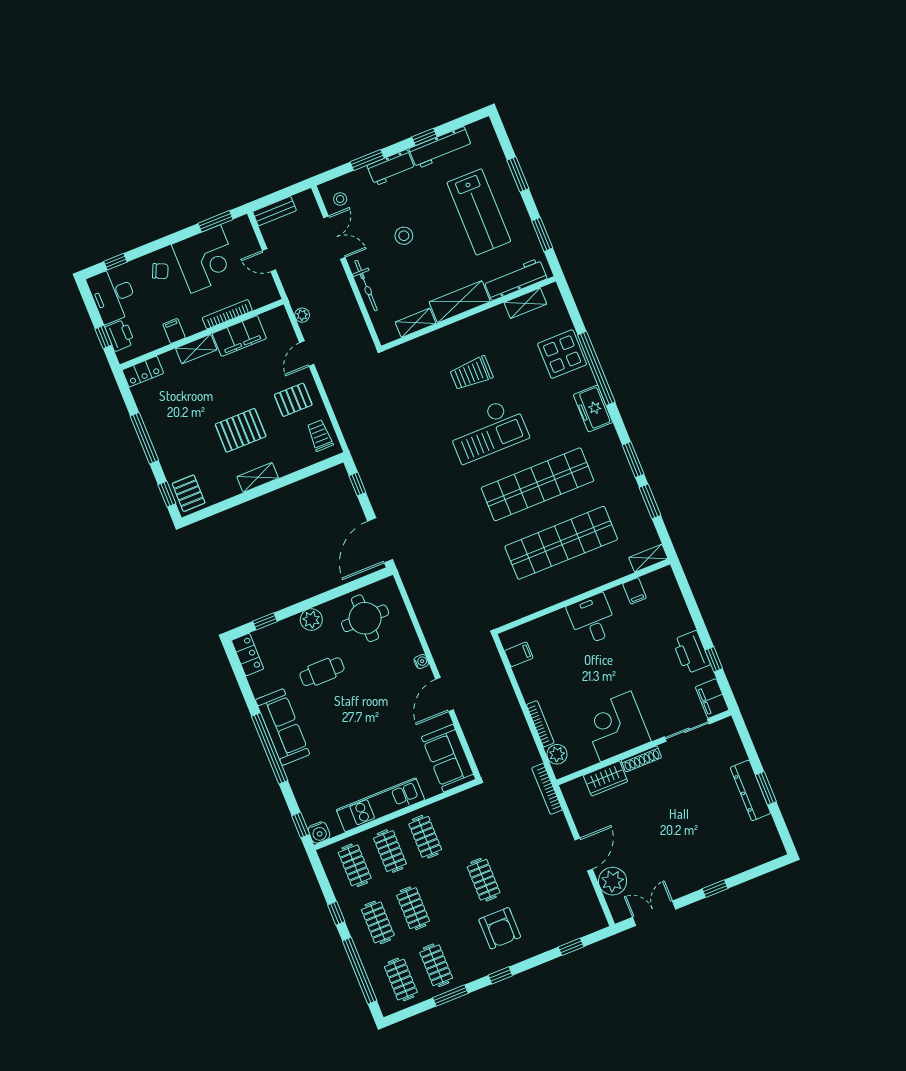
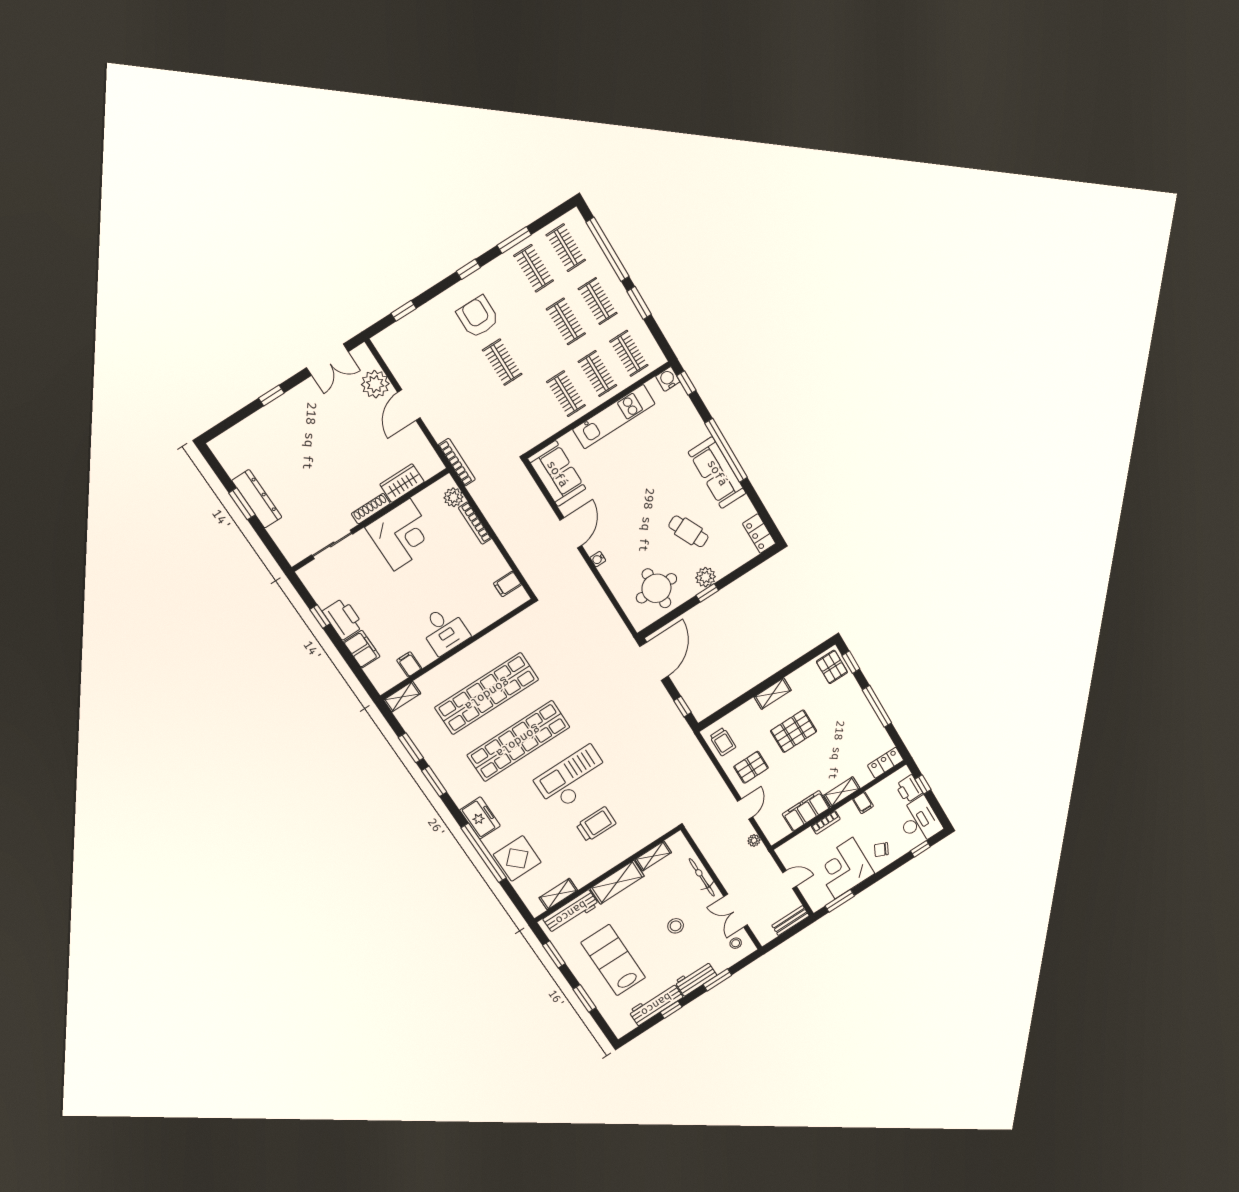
bookcase: (227, 314) -> (826, 822), width x0.64
window: (265, 621) -> (707, 593), moved
cafe table: (322, 672) -> (688, 531), turned 65
filing cabinet: (712, 698) -> (362, 649), moved
window: (336, 913) -> (639, 303), width x1.50

